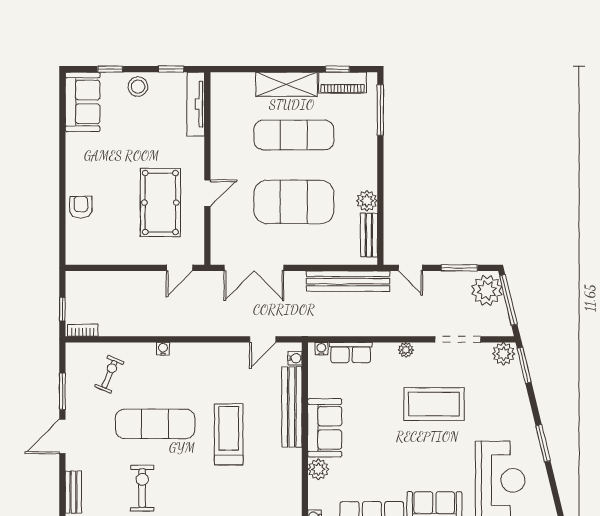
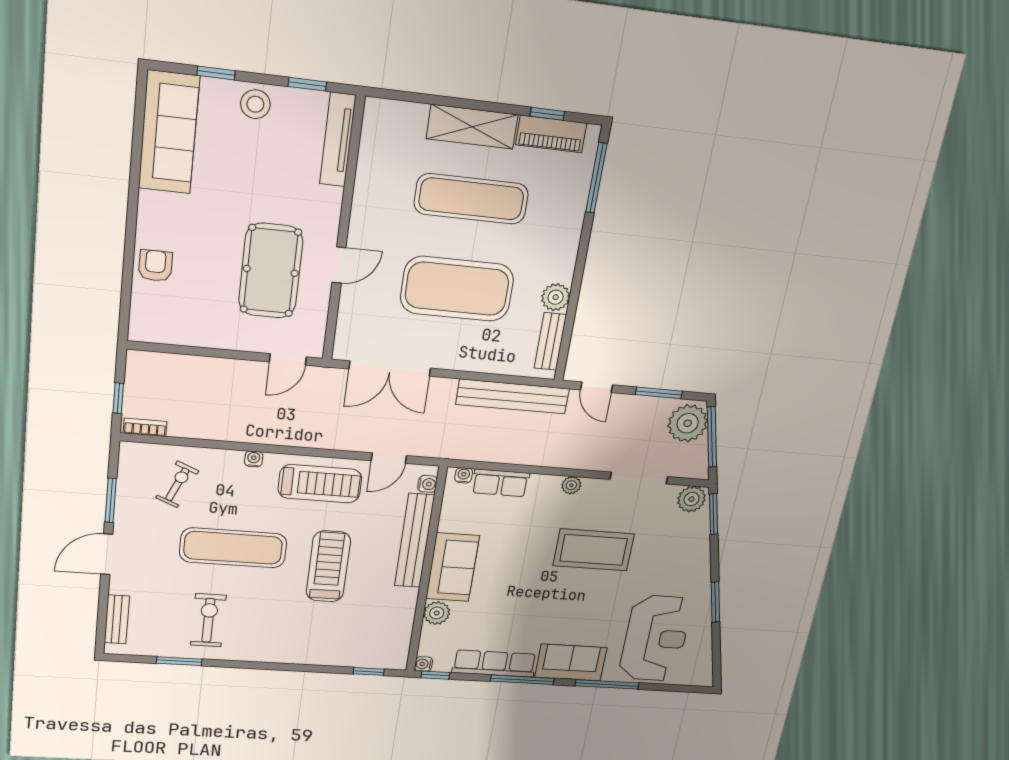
sofa: (83, 102) -> (169, 132), width x1.36
treadmill: (214, 365) -> (320, 484), added

